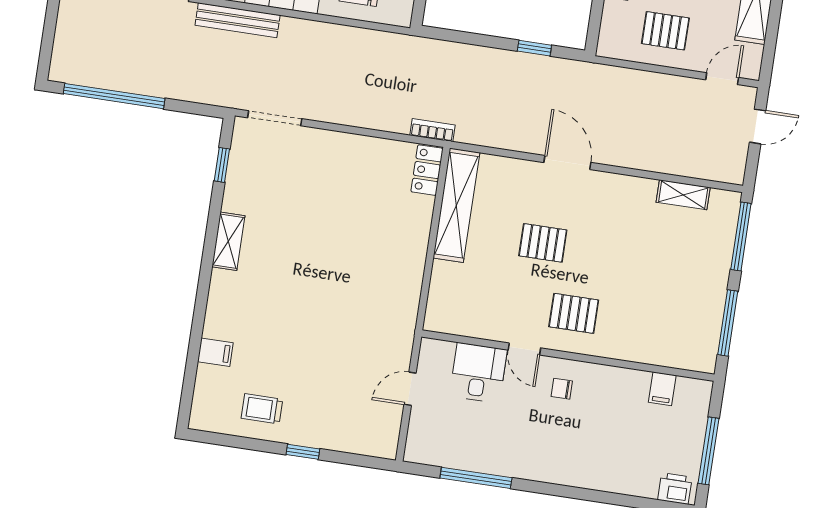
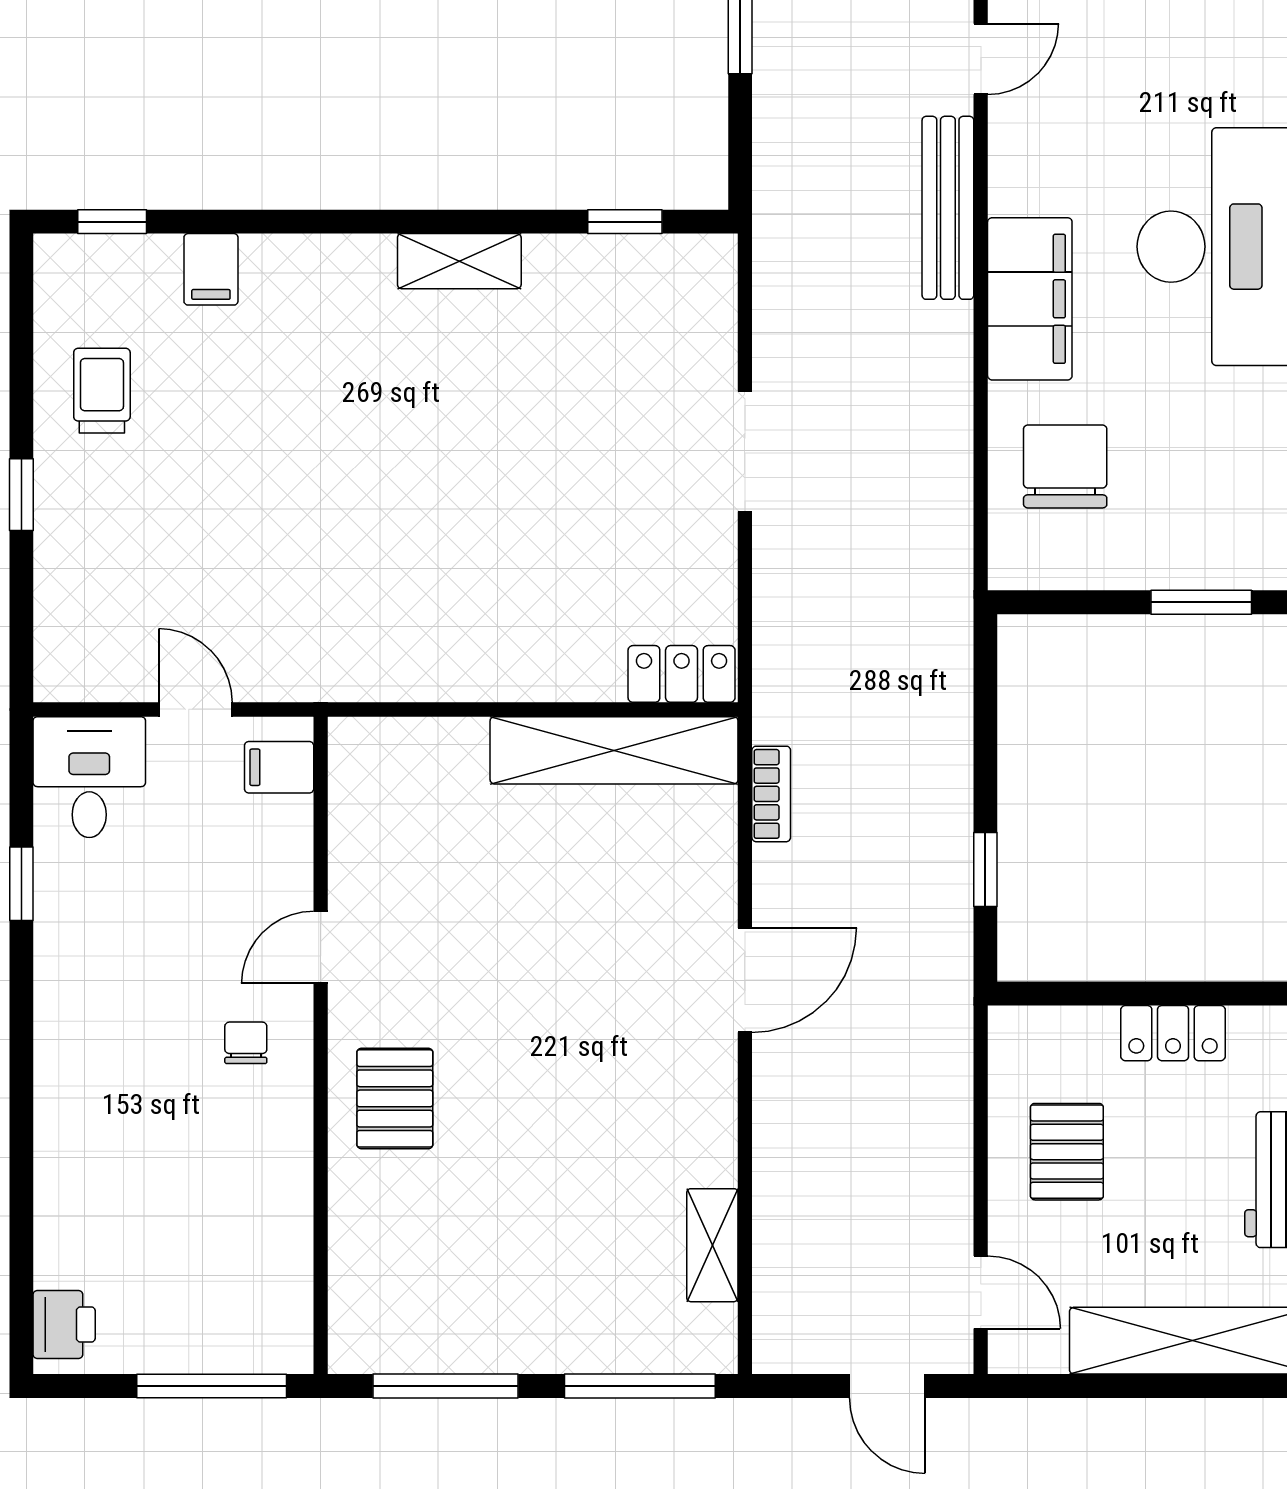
doorway: (275, 118) -> (745, 451), moved
bookcase: (433, 130) -> (771, 794), moved
pallet: (543, 243) -> (560, 953), removed
pallet: (574, 313) -> (395, 1098), moved
desk: (478, 373) -> (89, 777), moved, turned -90
filing cabinet: (662, 389) -> (279, 767), moved
window: (187, 393) -> (112, 222), added
window: (708, 451) -> (212, 1386), moved
window: (476, 478) -> (21, 884), width x0.46

